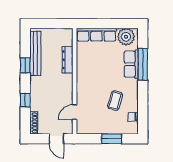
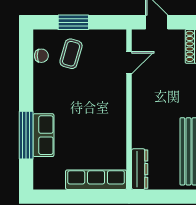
plant: (126, 37) -> (51, 177), removed
dresser: (68, 60) -> (140, 169), moved
coffee table: (115, 101) -> (71, 54), moved

